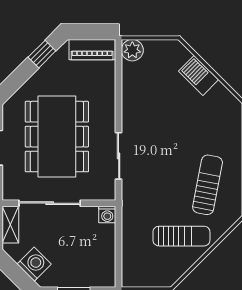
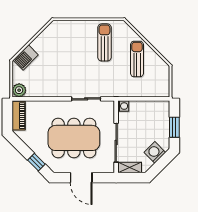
window: (42, 54) -> (36, 162), moved
barbecue: (199, 75) -> (26, 58), moved
sun lounger: (208, 185) -> (104, 42), turned 79

